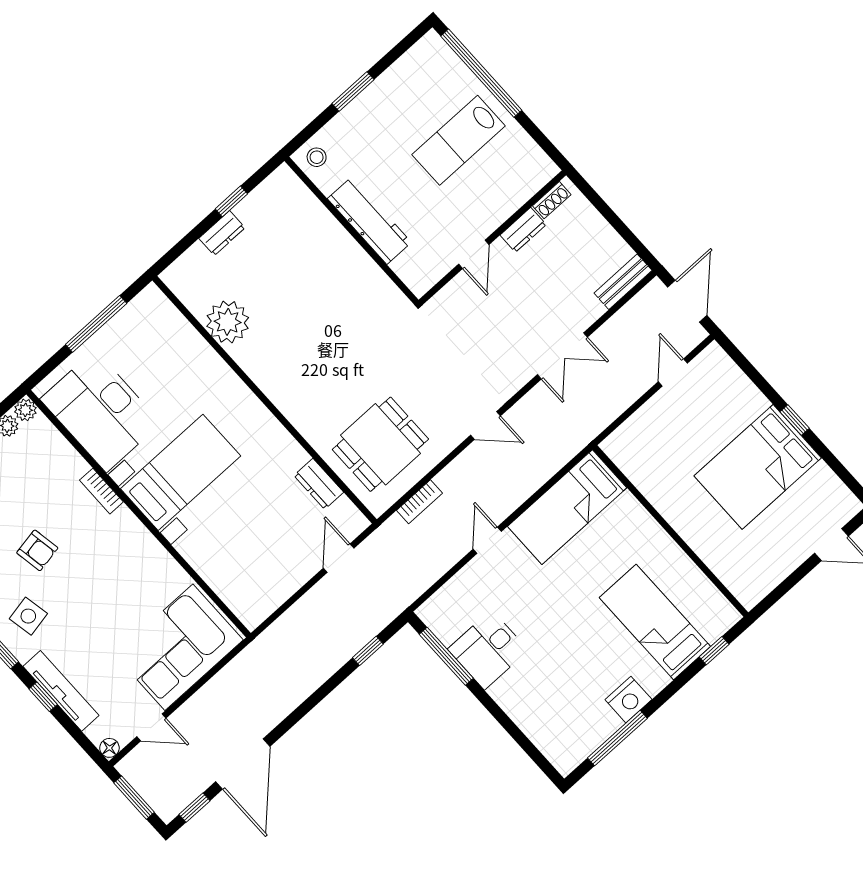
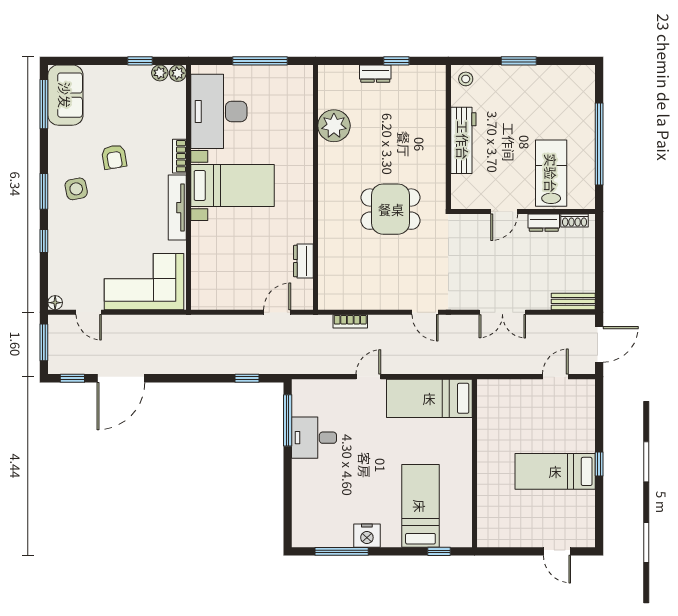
window: (481, 73) -> (599, 144), moved
lab bench: (459, 140) -> (551, 173), moved, turned 90
dining table: (380, 444) -> (391, 209), moved
bed: (758, 467) -> (555, 471), width x0.67
tv unit: (61, 691) -> (177, 208), moved, turned 180

